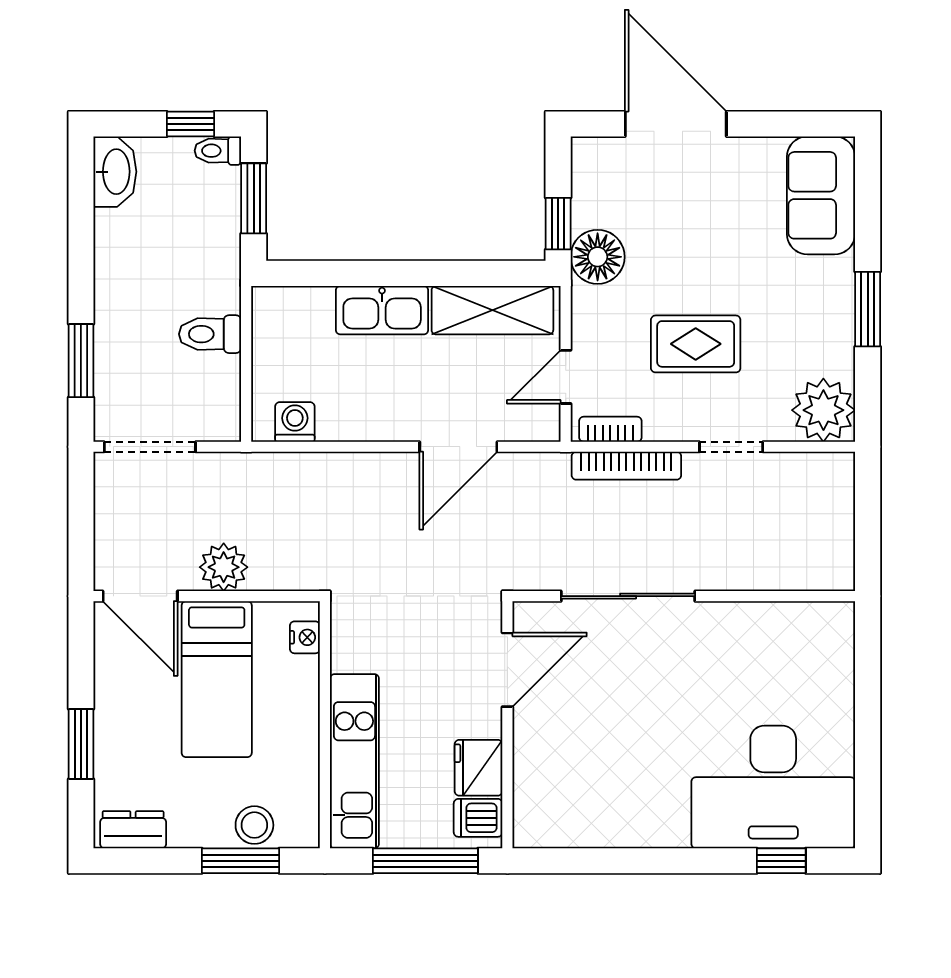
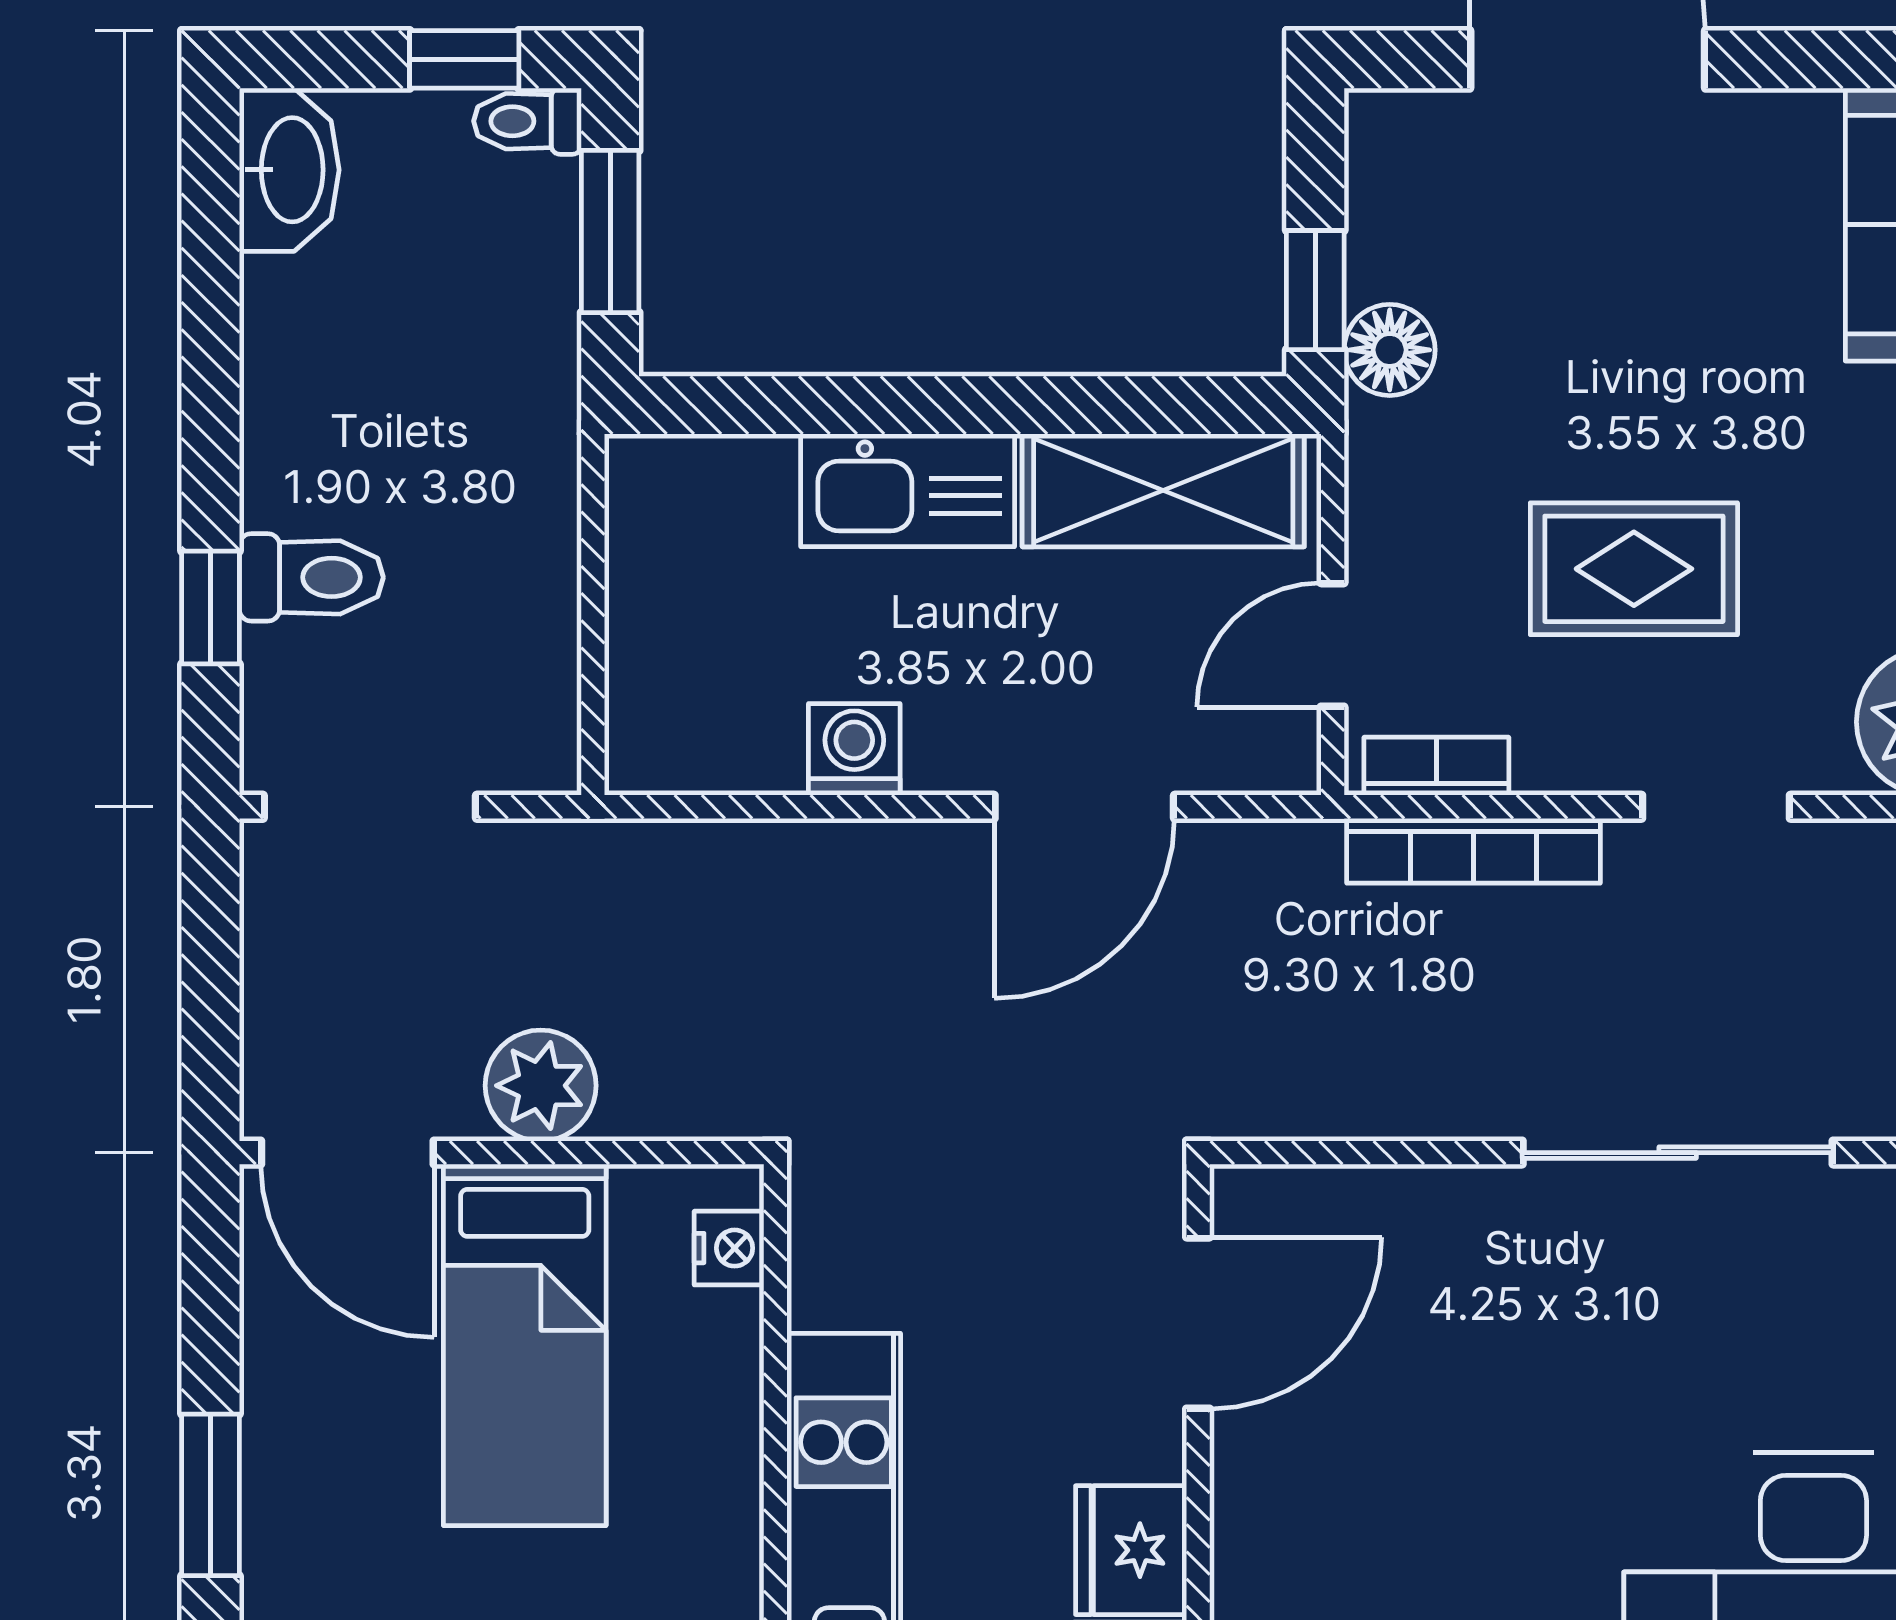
floor lamp: (598, 257) -> (1390, 350), width x0.73, depth x0.73
toilet: (210, 334) -> (311, 577), moved, turned 180
window: (81, 361) -> (211, 608), width x0.67
washing machine: (295, 422) -> (854, 749), moved
sliding door: (628, 596) -> (1678, 1153), moved

